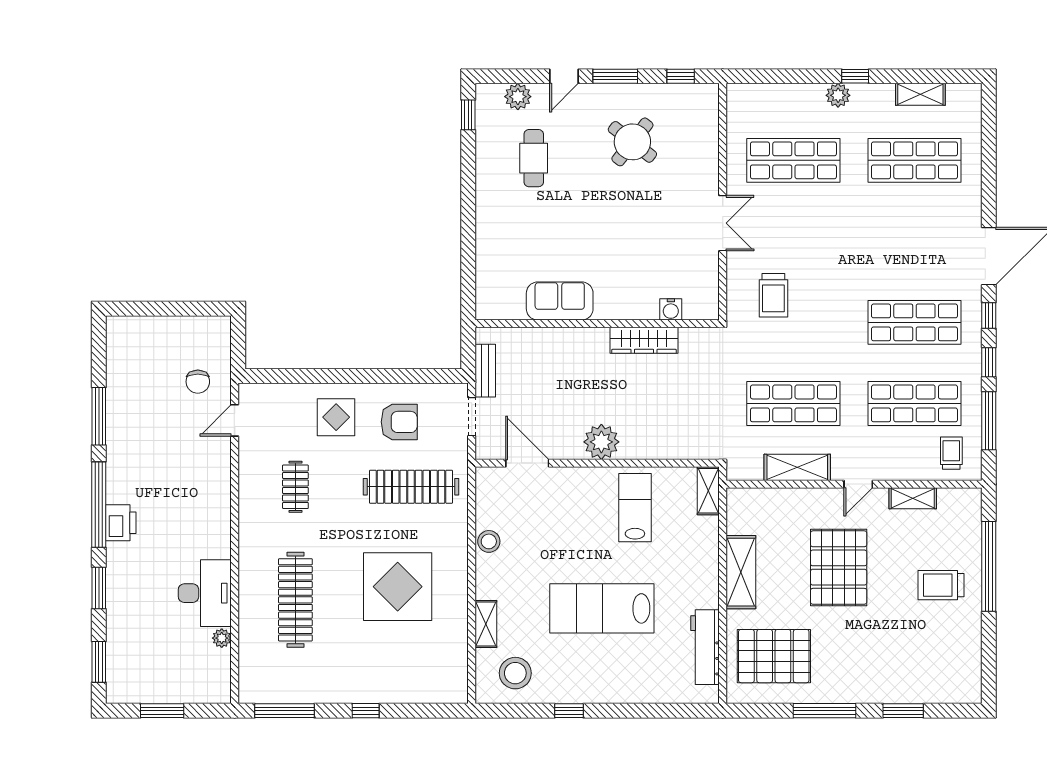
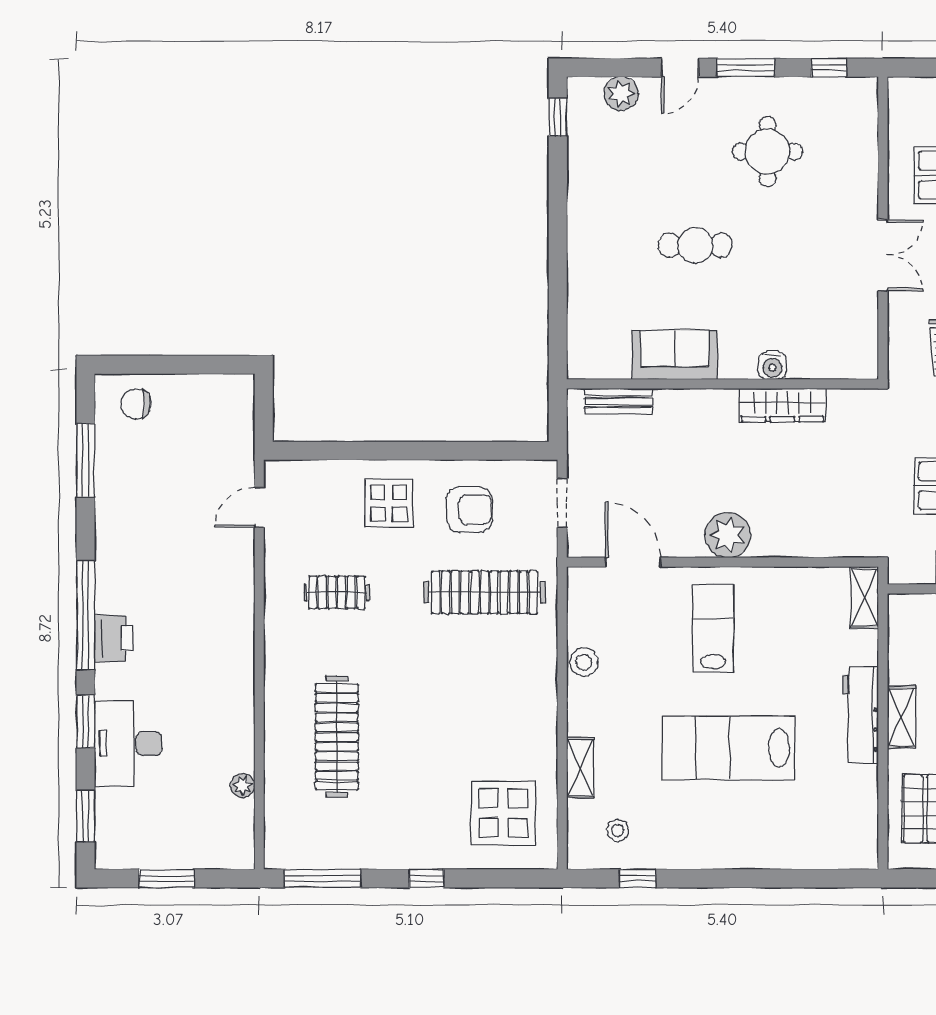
round table: (632, 142) -> (768, 152), turned -38
cafe table: (534, 158) -> (695, 245), moved, turned 90
water cooler: (671, 309) -> (772, 366), moved
bench: (485, 371) -> (618, 401), moved, turned 90
chair: (198, 382) -> (136, 404), moved, turned 90
window: (99, 416) -> (85, 460), moved
clothes rail: (295, 487) -> (337, 592), turned 90
lab bench: (635, 508) -> (713, 628), moved
shelving: (741, 572) -> (901, 717), width x0.67, depth x0.75
display table: (398, 587) -> (503, 813), moved, width x0.73, depth x0.73
desk: (205, 593) -> (128, 743), moved, turned 180
workbench: (705, 647) -> (860, 715), moved
stool: (515, 673) -> (618, 830), width x0.53, depth x0.53
window: (569, 711) -> (637, 878), moved

